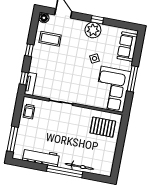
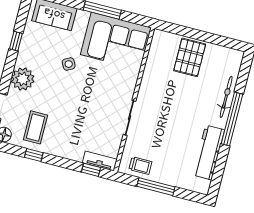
window: (97, 20) -> (16, 41), moved
plant: (93, 30) -> (23, 79), moved
window: (29, 50) -> (34, 155), moved
pallet: (103, 127) -> (190, 57), moved
window: (13, 139) -> (156, 187), moved

